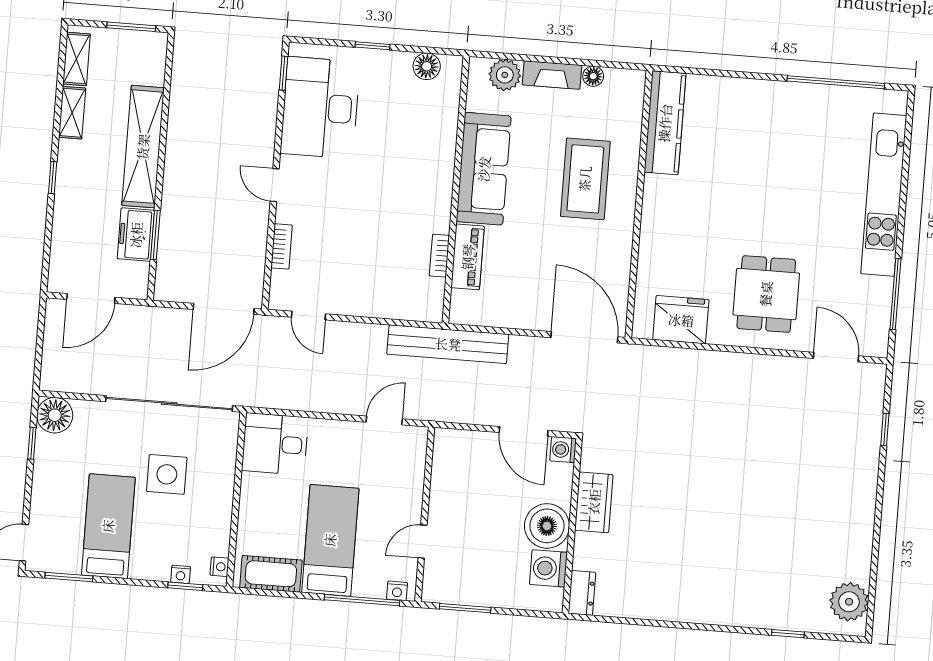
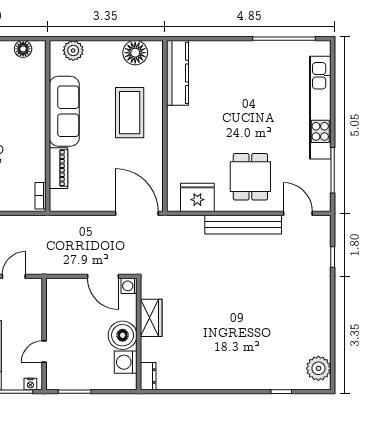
fireplace: (552, 75) -> (103, 48), removed
floor lamp: (593, 76) -> (135, 53), width x1.89, depth x1.89
bookcase: (439, 256) -> (41, 196), moved
bench: (448, 344) -> (243, 225), moved

